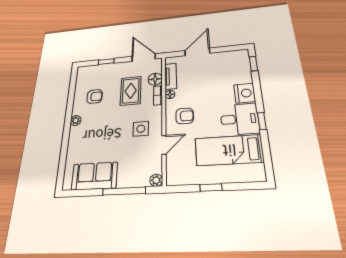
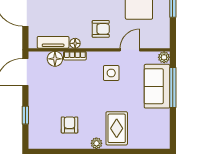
rug: (131, 91) -> (117, 128), moved, turned 90
armchair: (185, 116) -> (101, 29), turned 90
door: (164, 145) -> (130, 50), hinge flipped
sofa: (94, 176) -> (157, 86), moved

